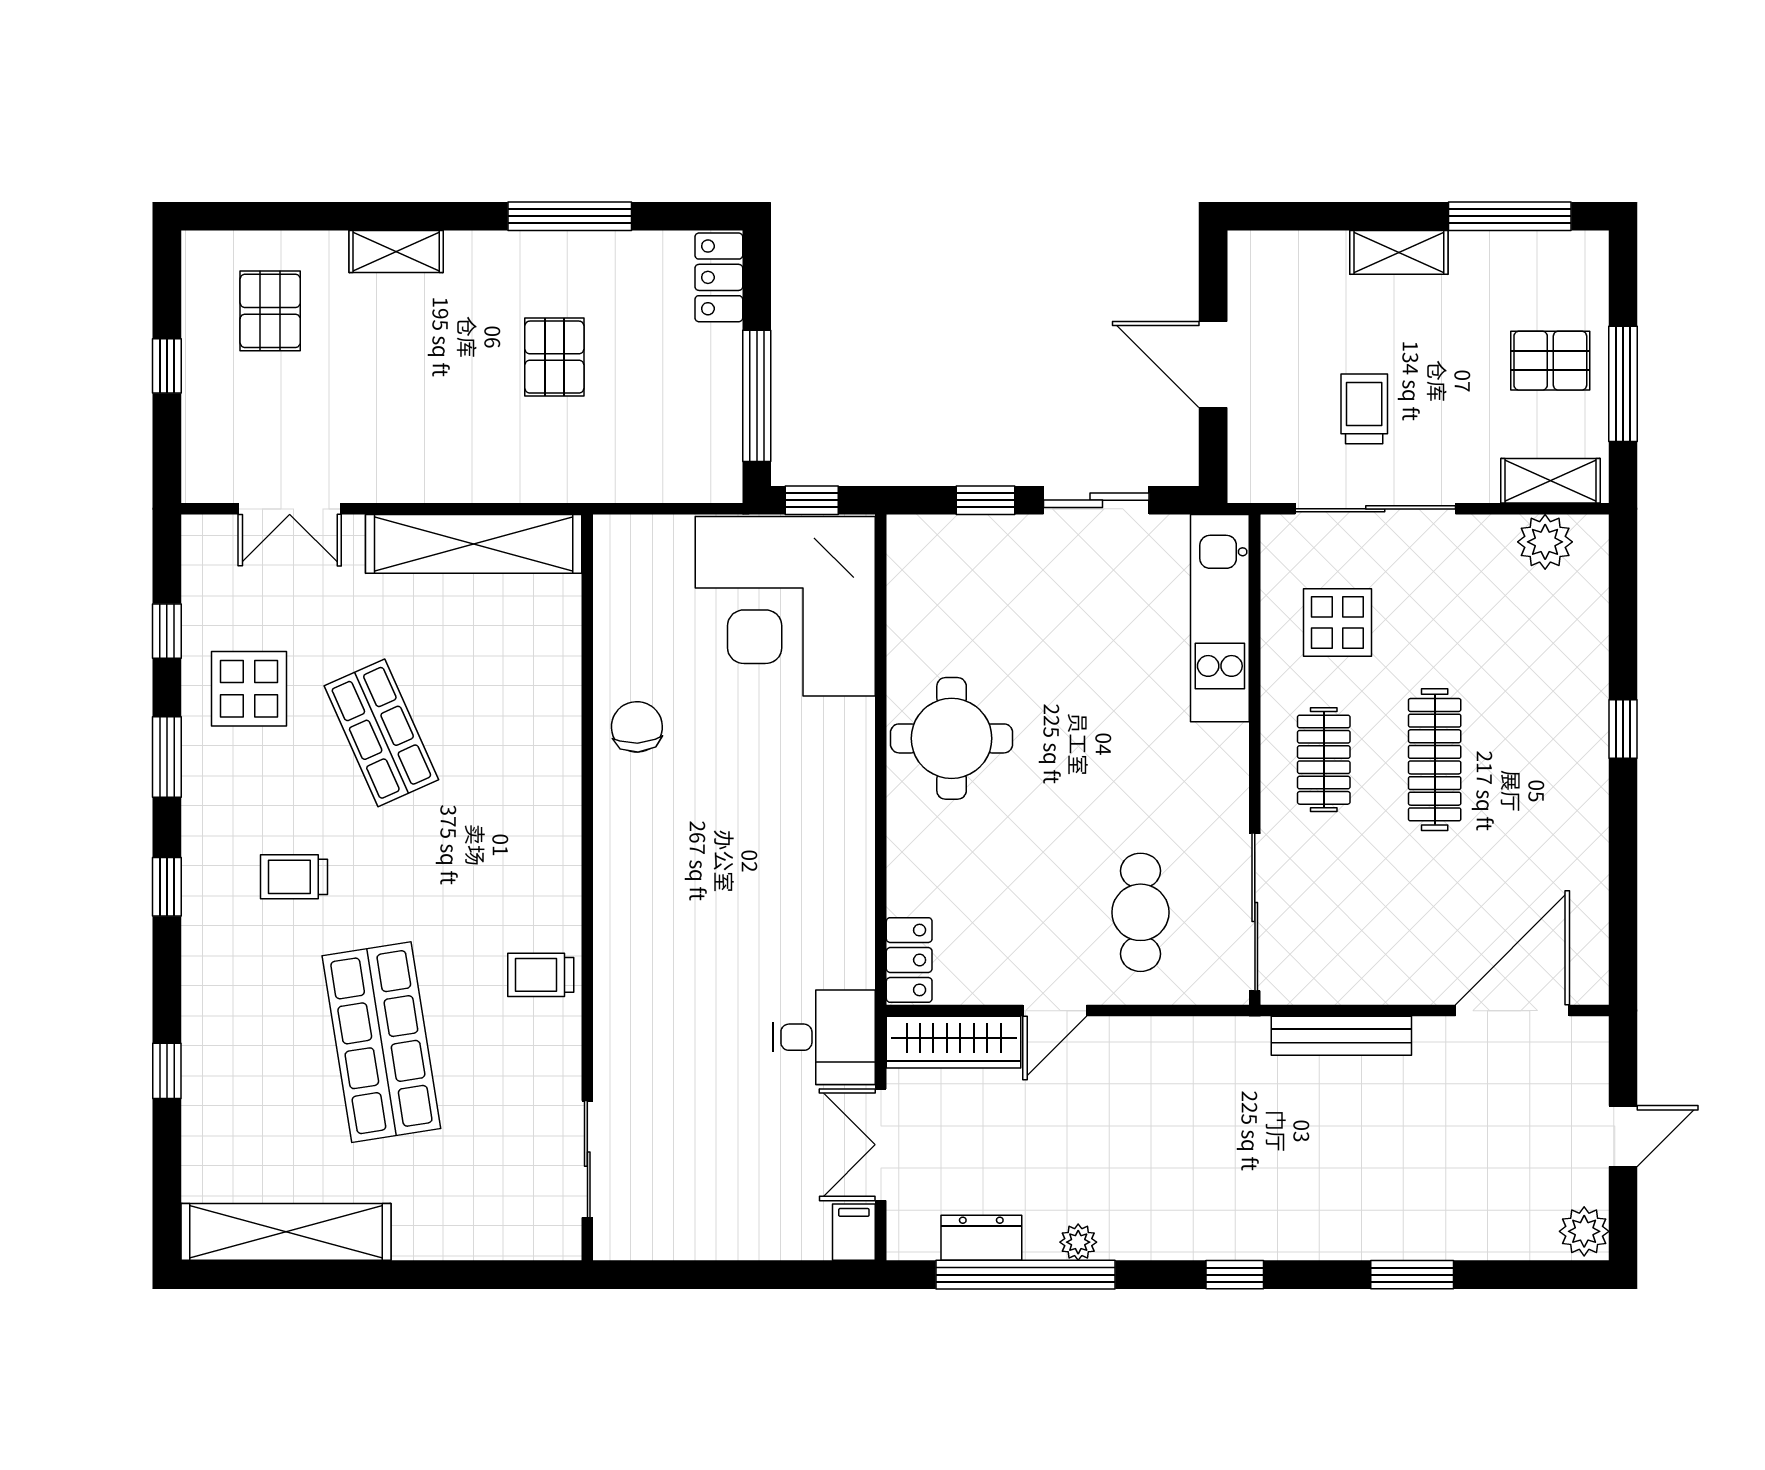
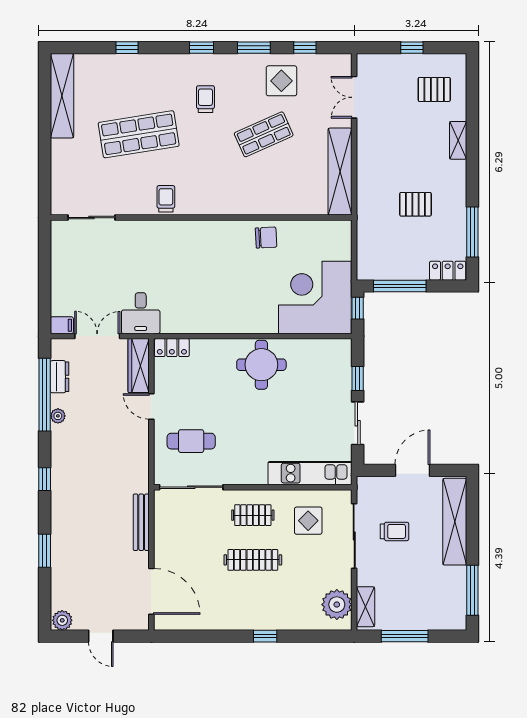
window: (570, 216) -> (472, 232), moved
shelving: (1399, 252) -> (455, 522), width x2.20, depth x1.33
pallet: (1550, 361) -> (414, 607), removed
plant: (1545, 542) -> (337, 605), width x1.36, depth x1.36

